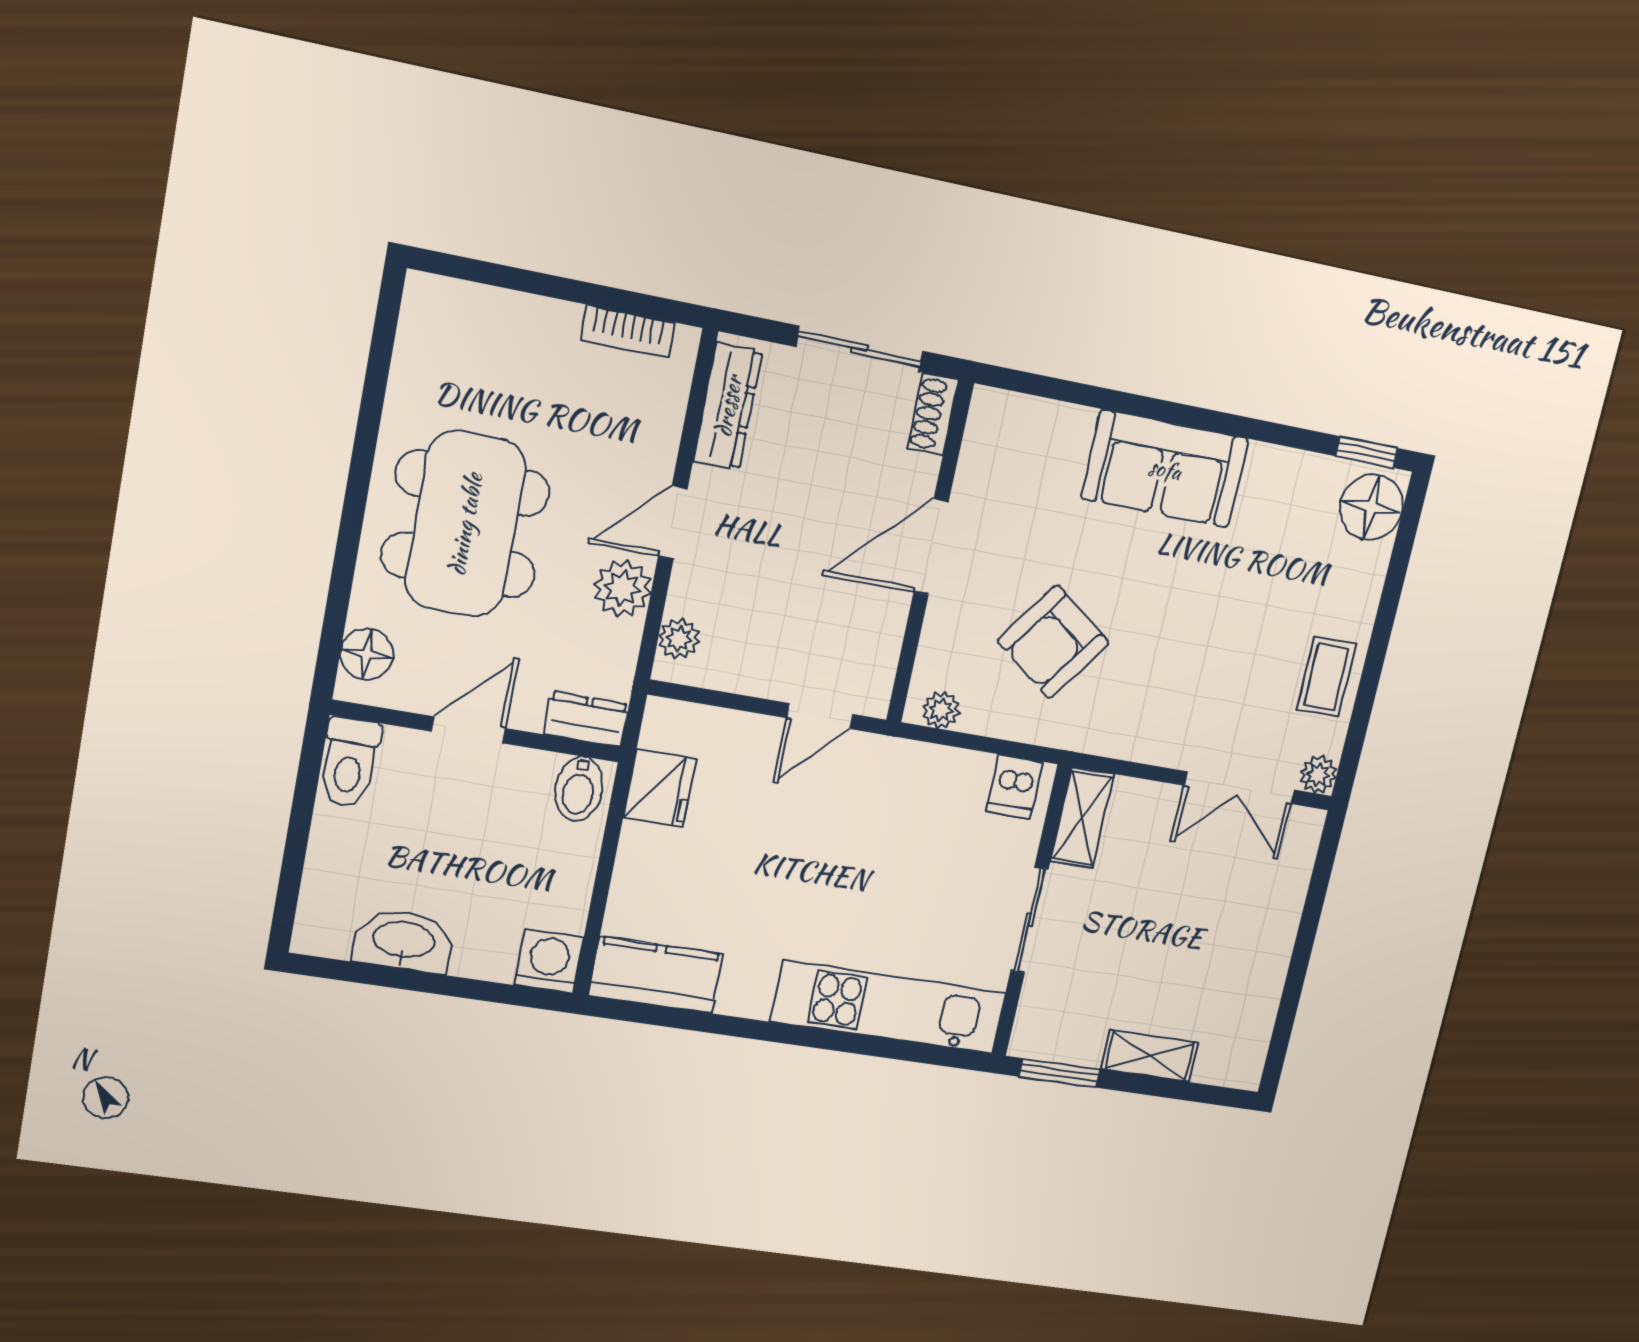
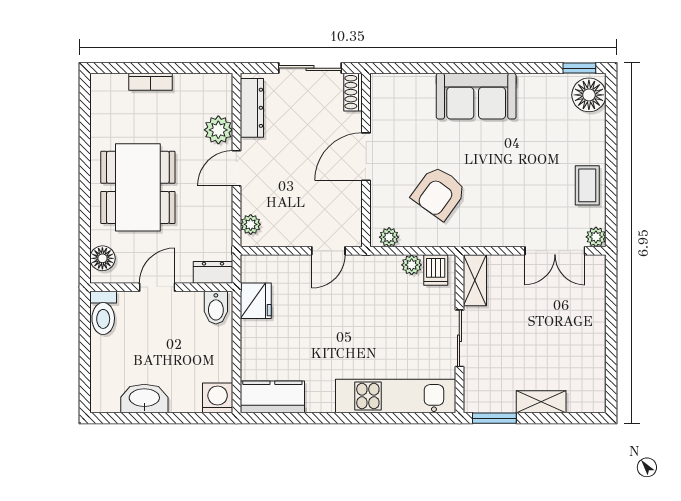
bookcase: (627, 331) -> (150, 82), moved
plant: (622, 588) -> (218, 130), moved
plant: (972, 769) -> (412, 265), added

